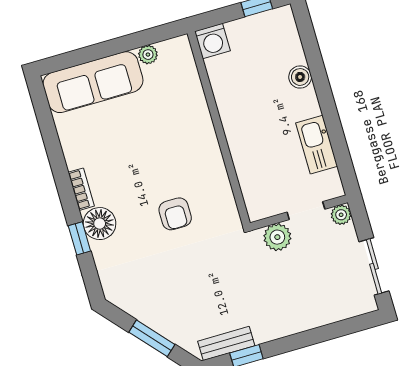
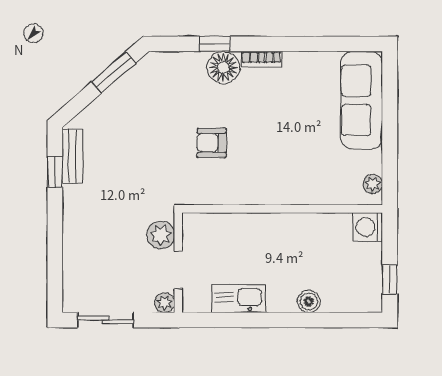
plant: (148, 55) -> (373, 184), moved
window: (152, 338) -> (114, 72), moved

